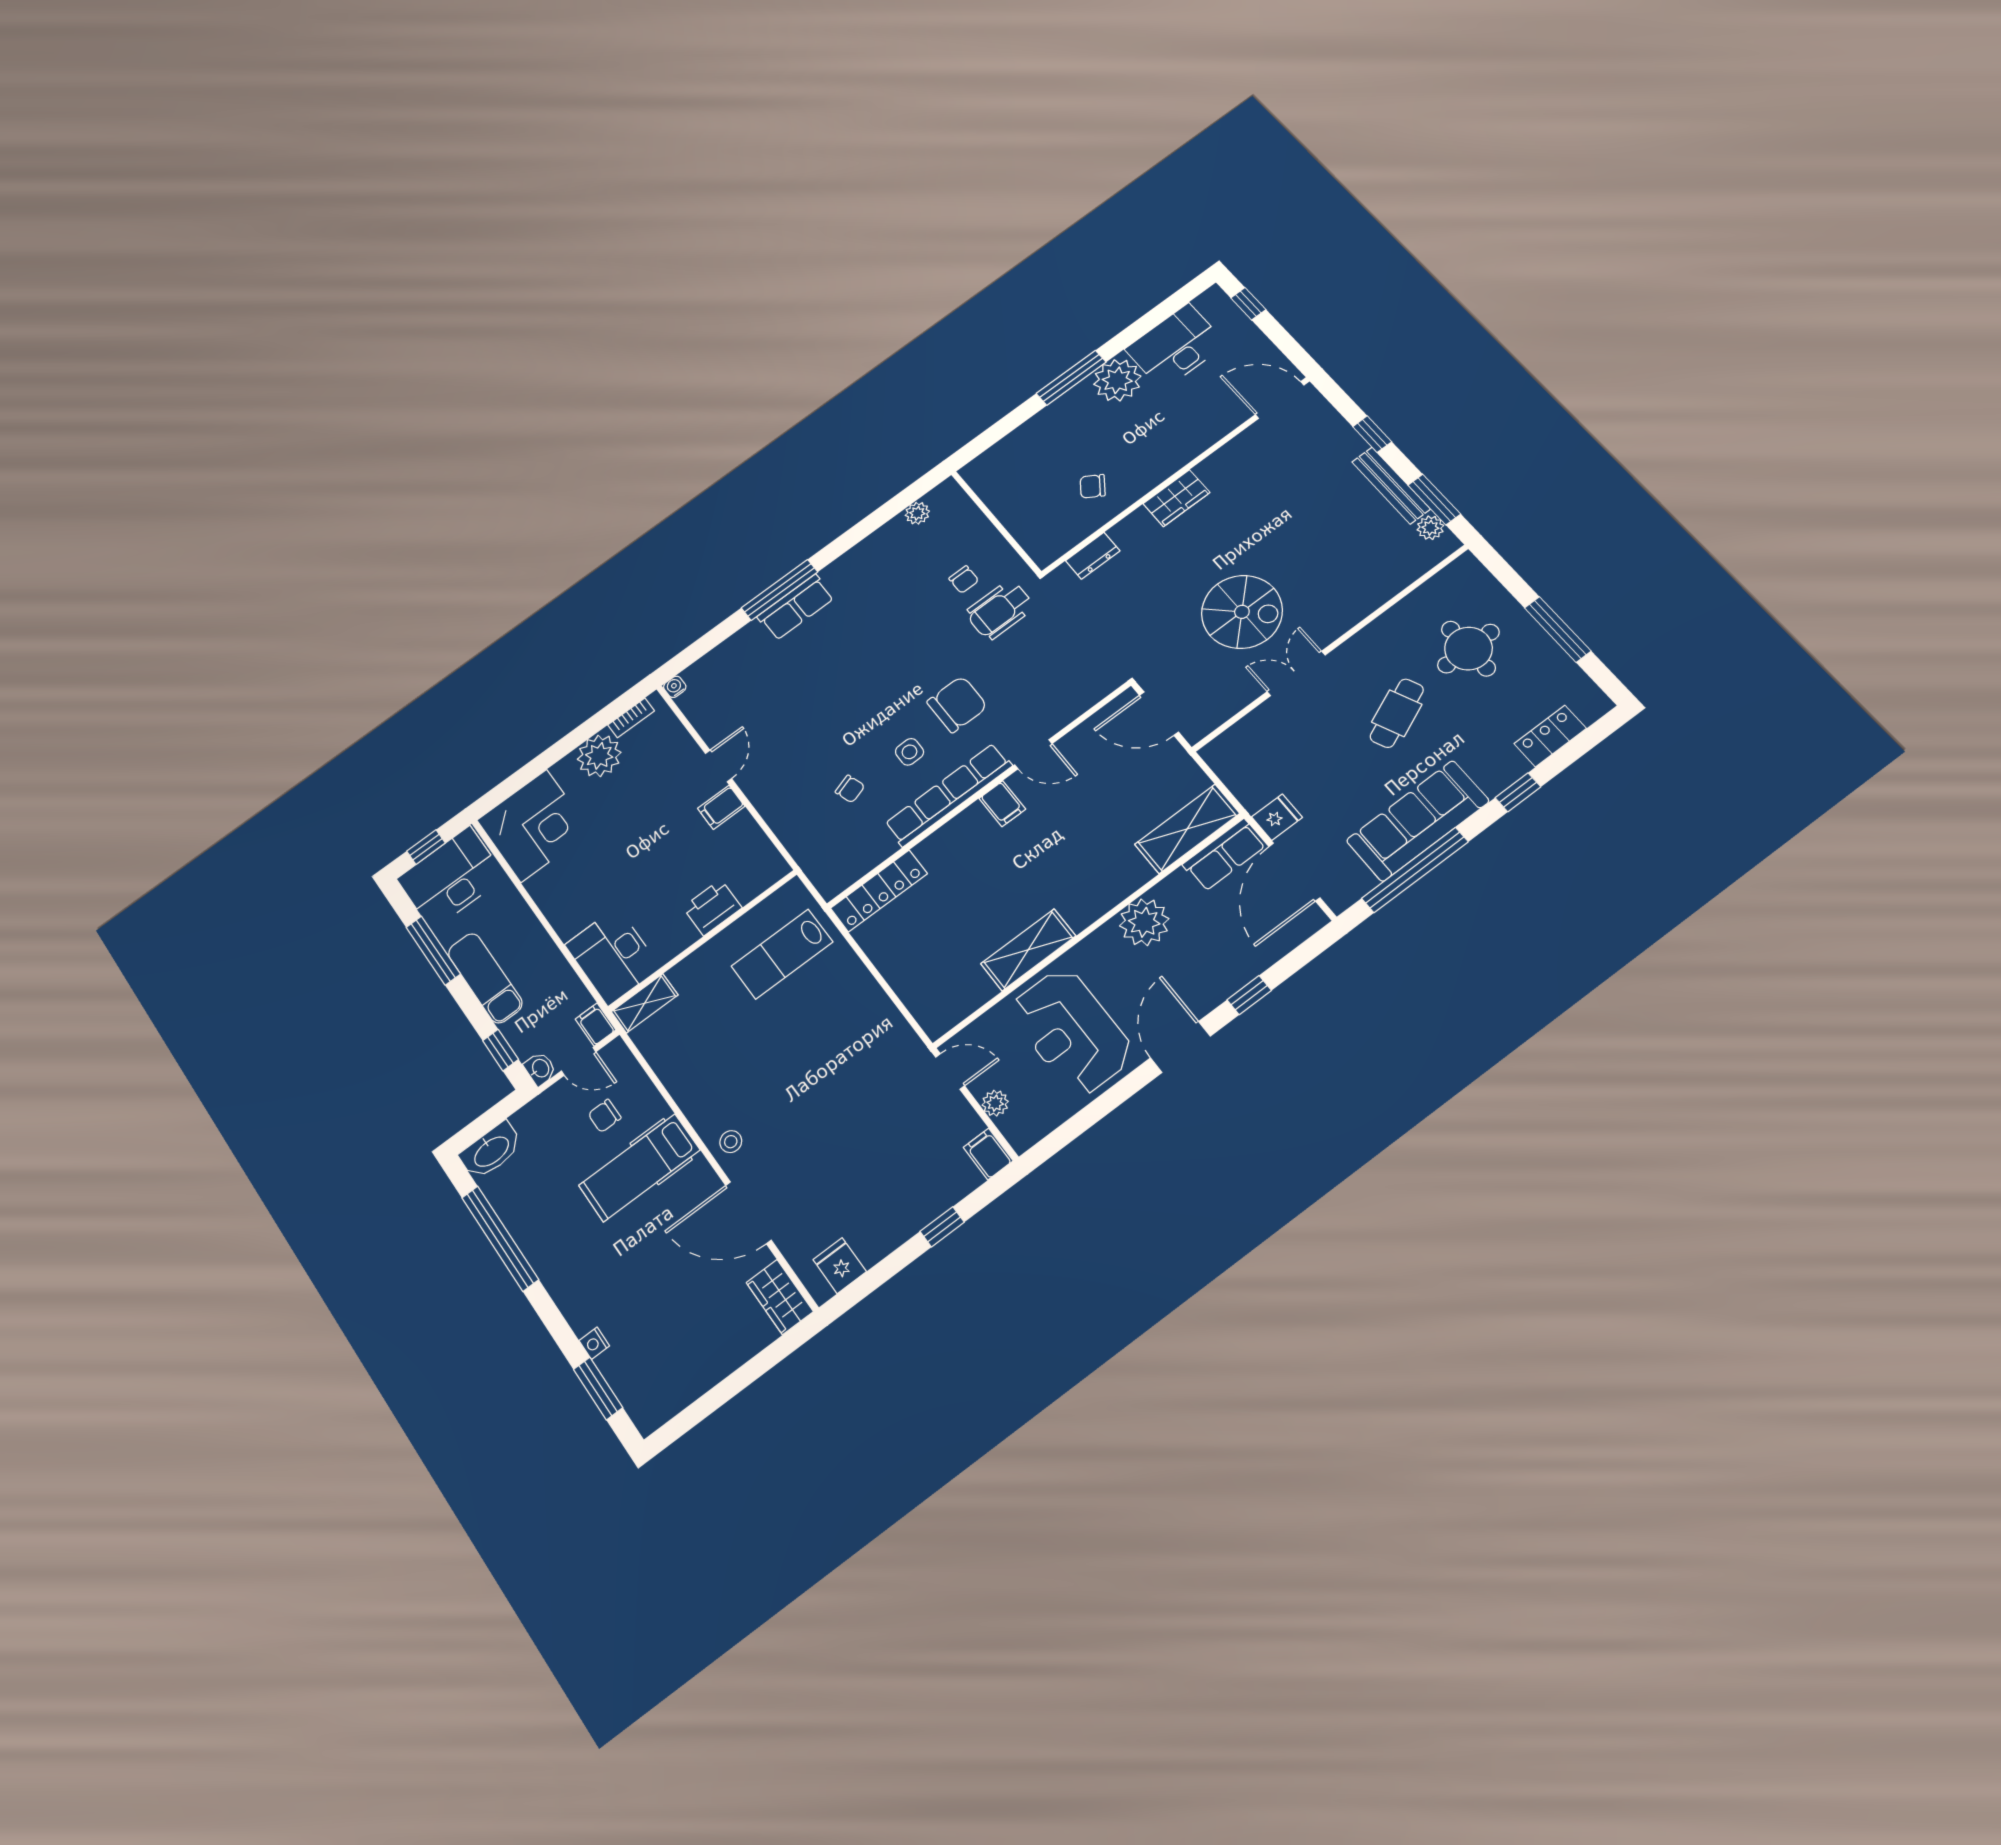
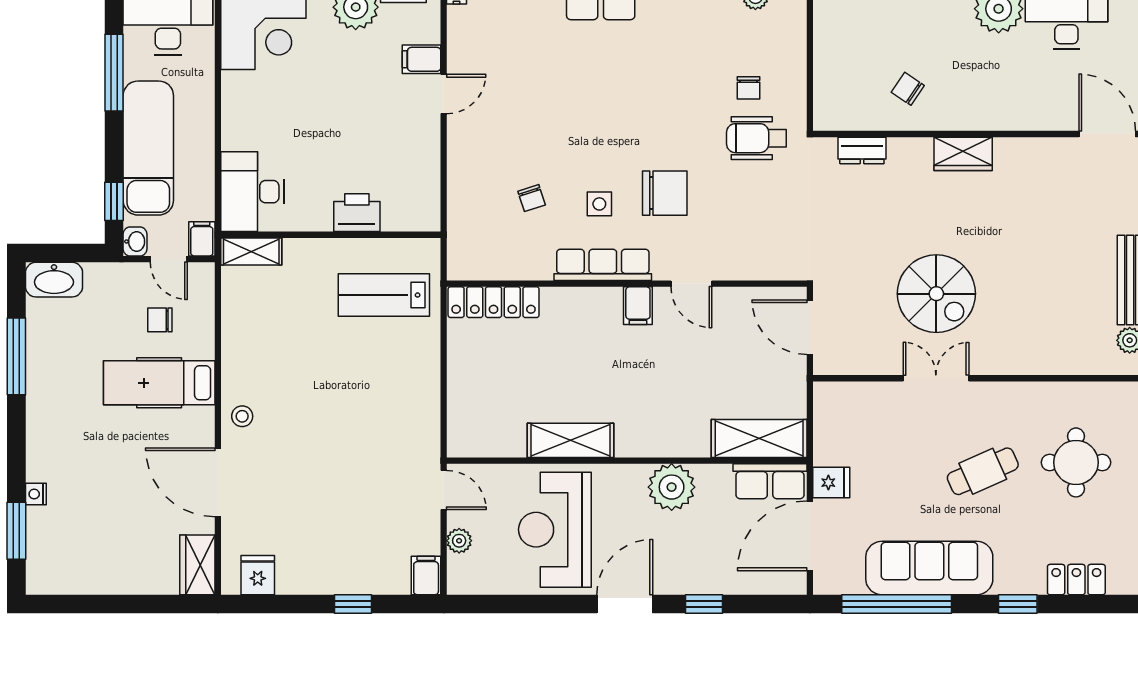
row of seats: (948, 795) -> (603, 265), width x0.73
filing cabinet: (721, 807) -> (422, 59), moved
exam couch: (485, 978) -> (148, 148), width x1.36, depth x1.45
window: (500, 1238) -> (16, 356), width x0.68

